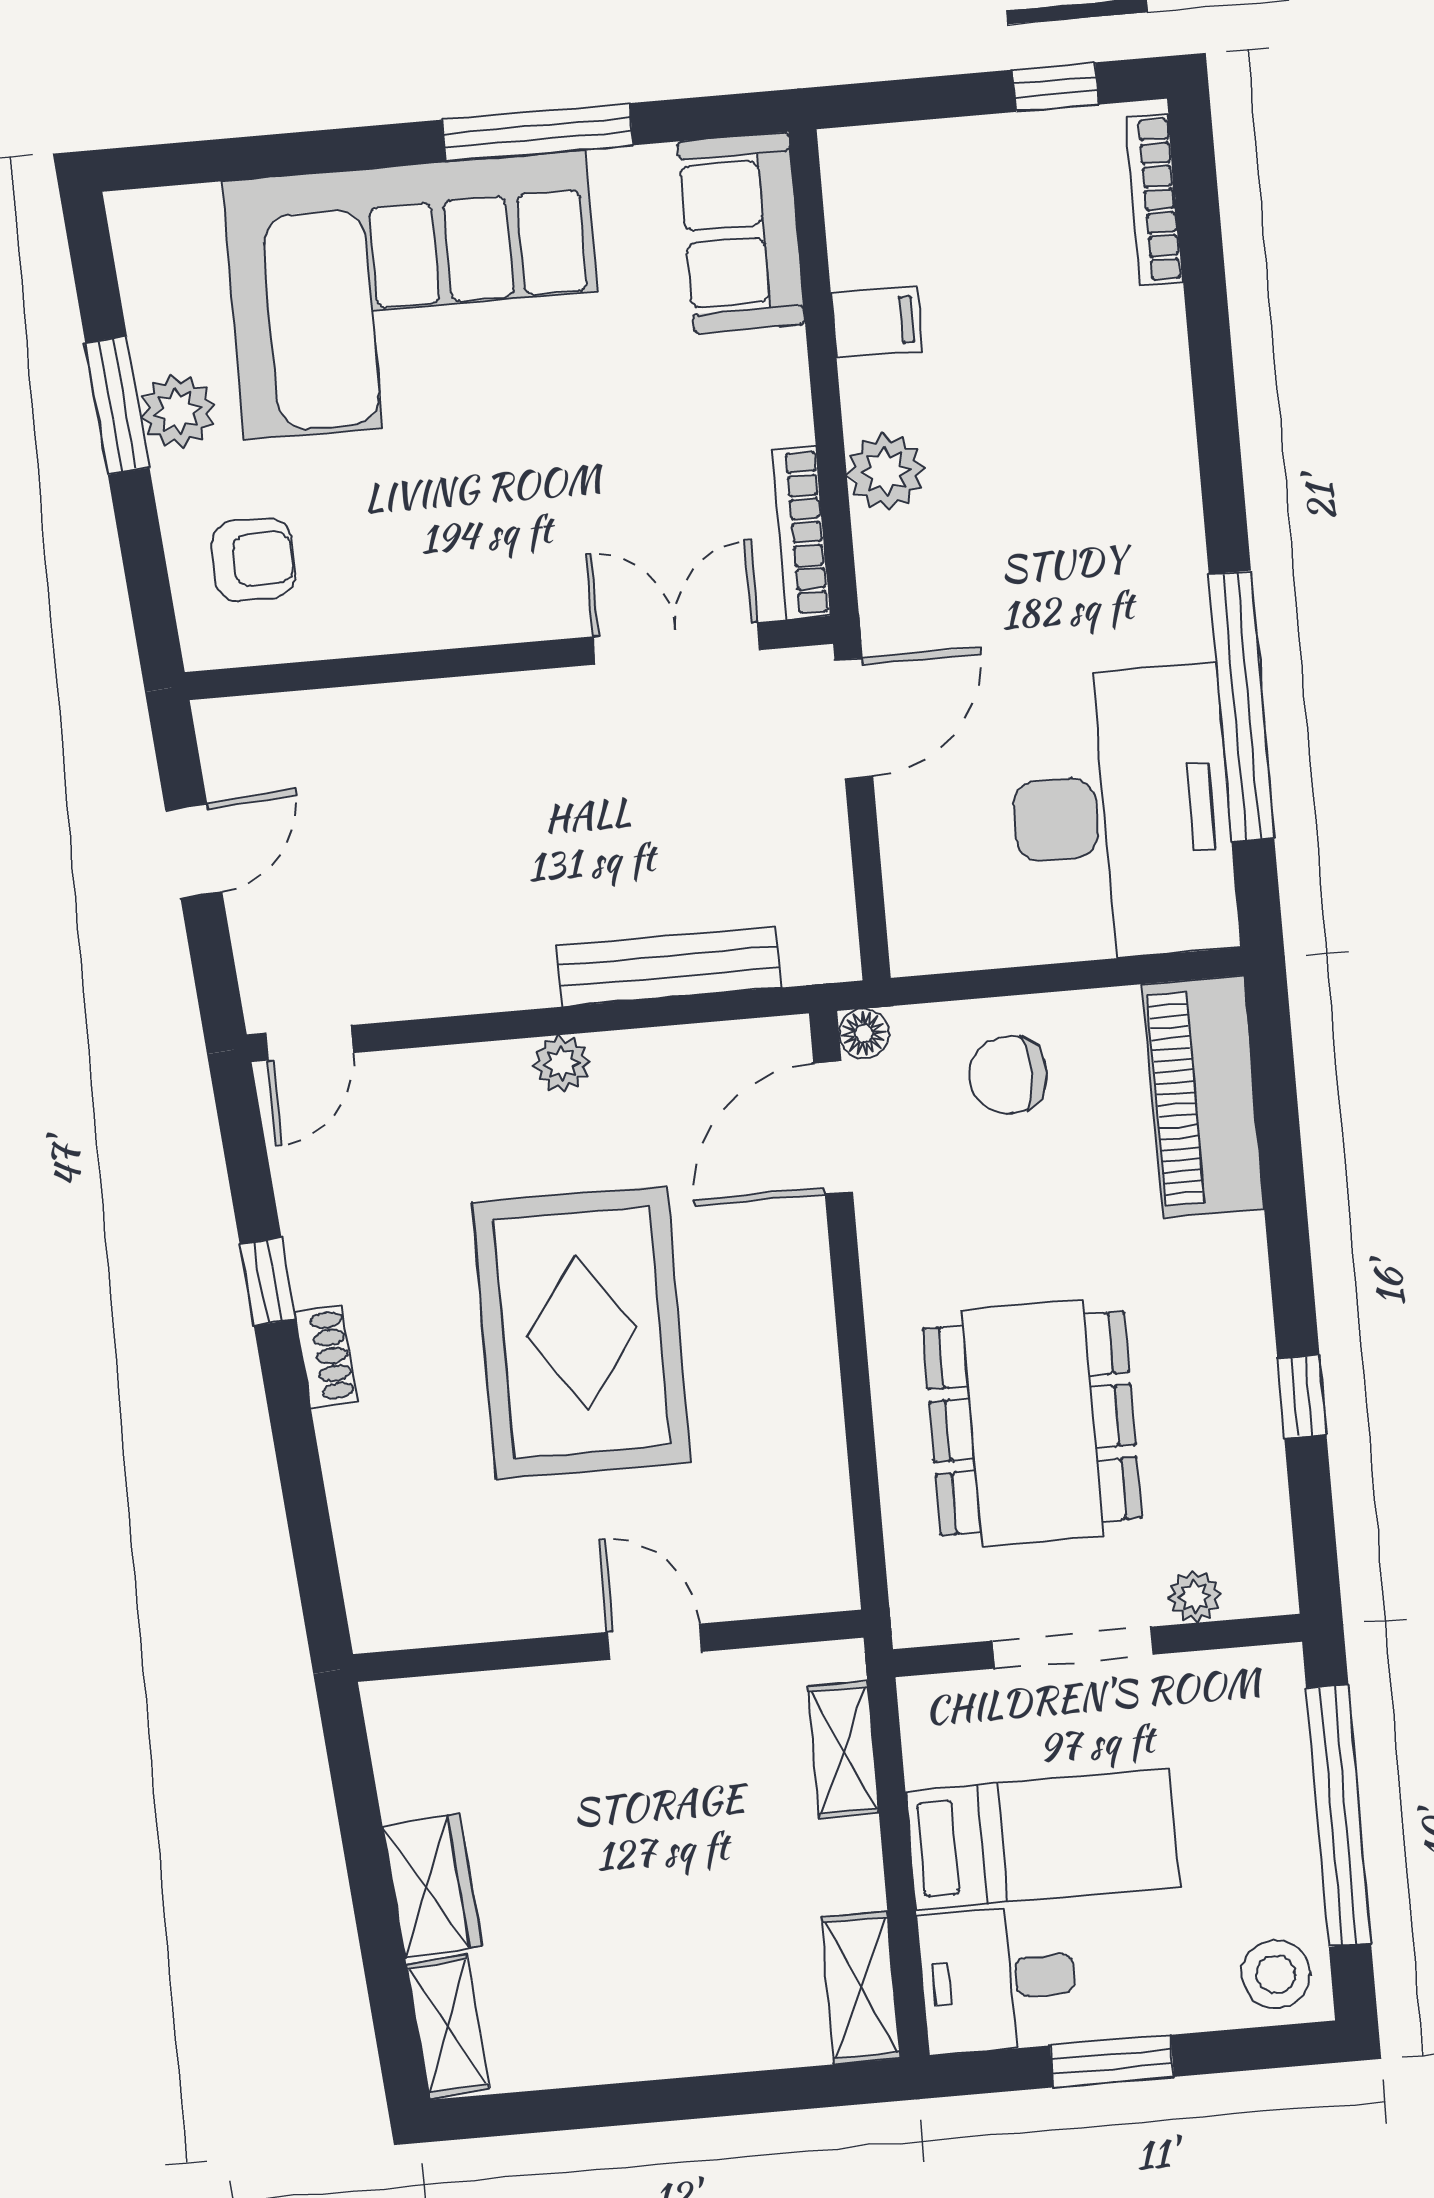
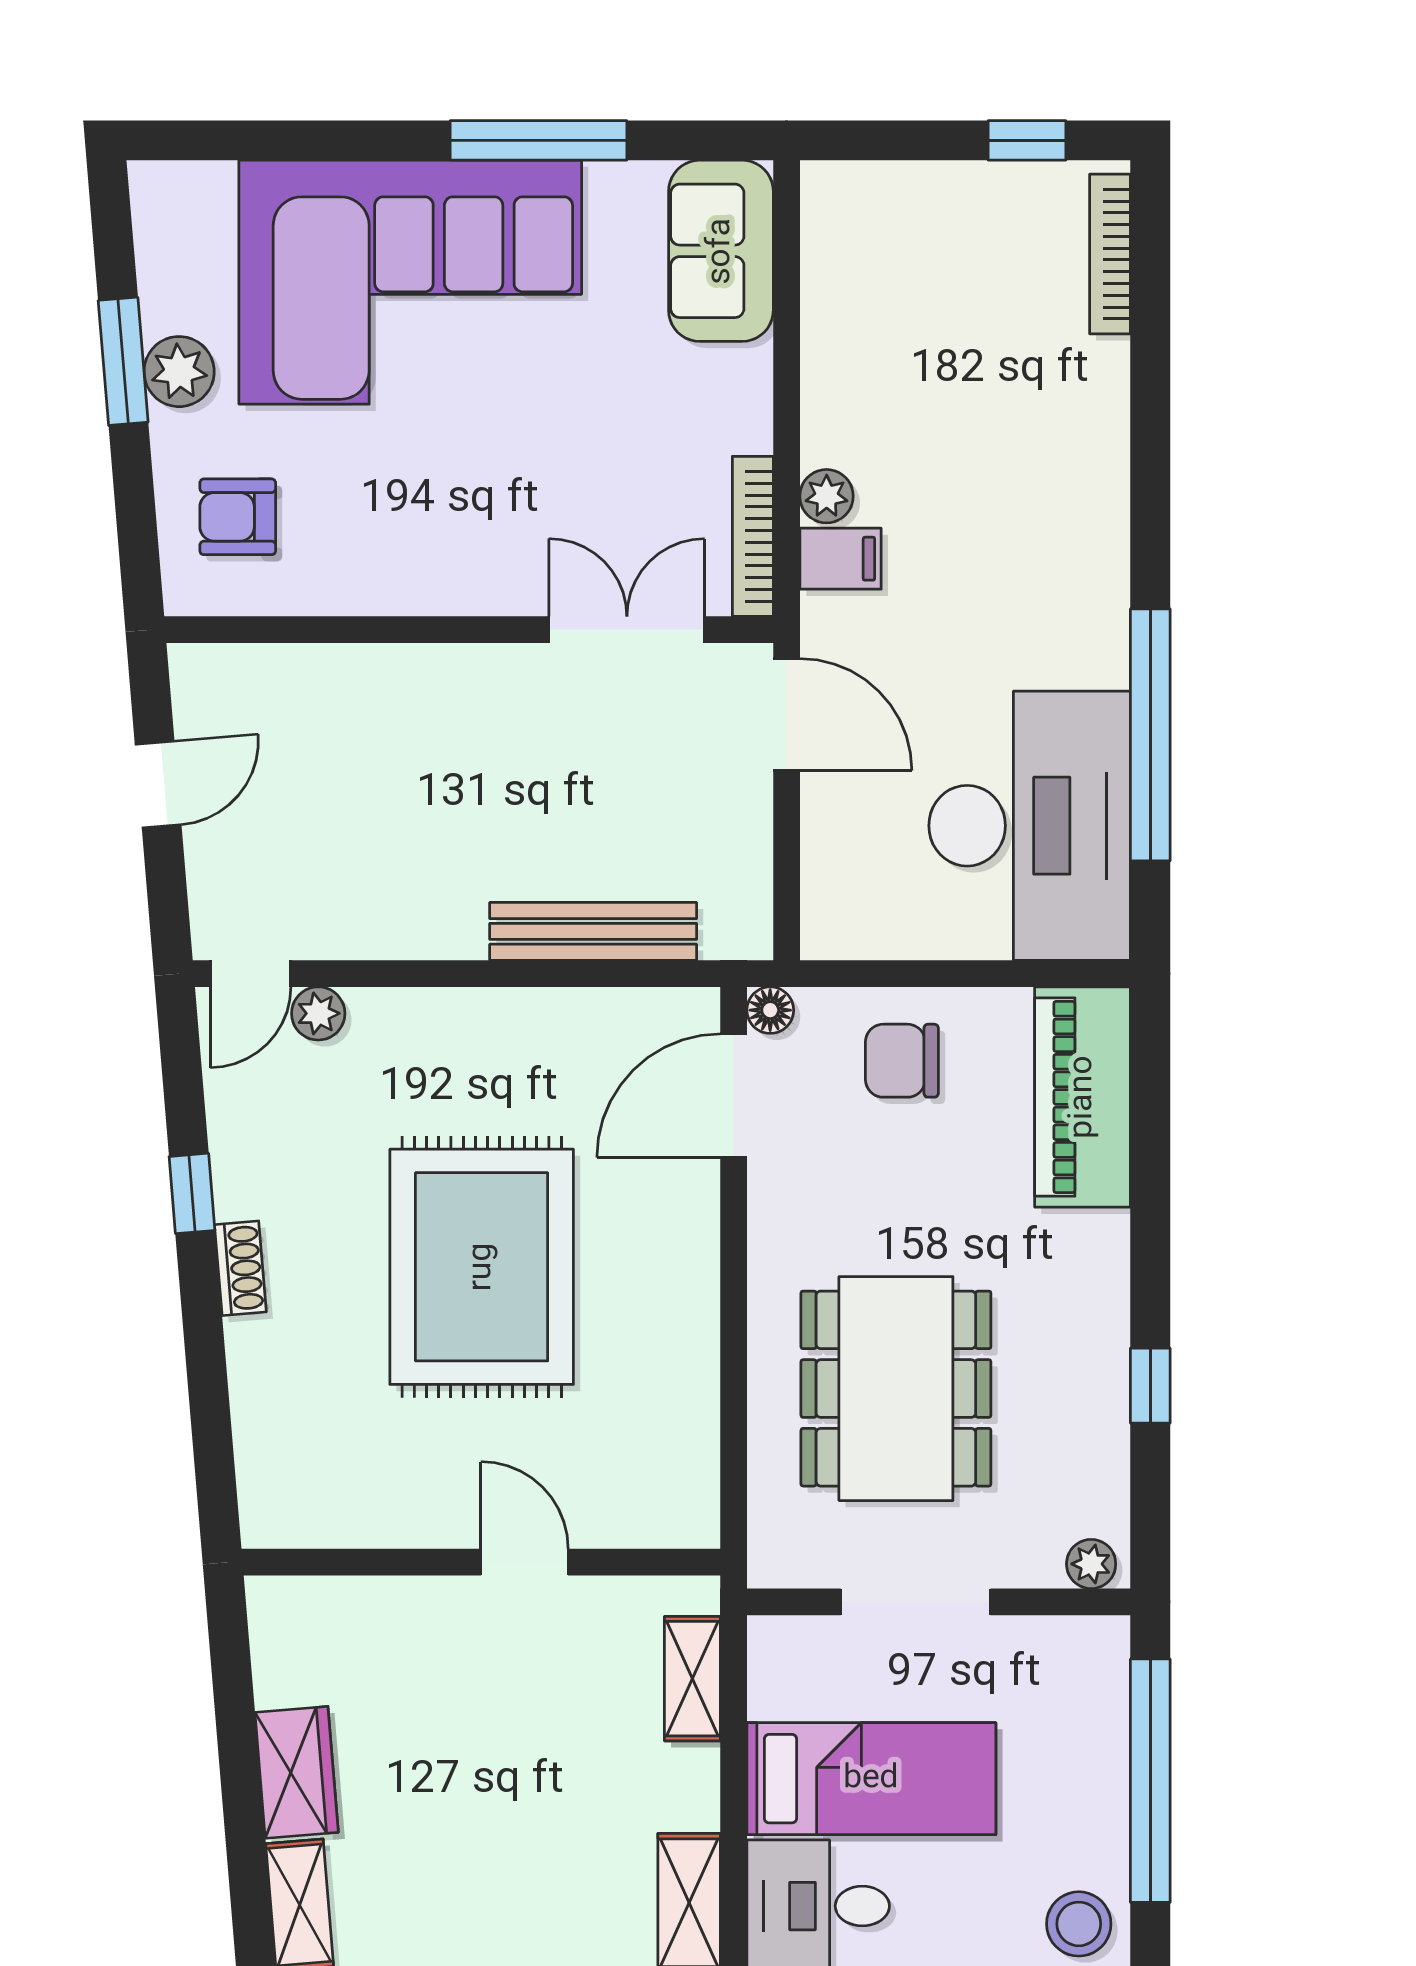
filing cabinet: (877, 322) -> (840, 559), moved
plant: (886, 472) -> (827, 496), width x0.73, depth x0.73
armchair: (253, 560) -> (238, 517), turned 180
door: (854, 718) -> (787, 715), hinge flipped
plant: (562, 1063) -> (318, 1013), moved
plant: (1195, 1597) -> (1091, 1564), moved

